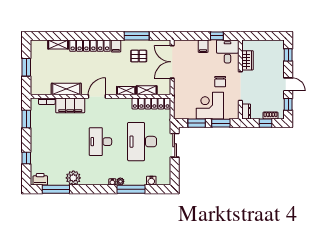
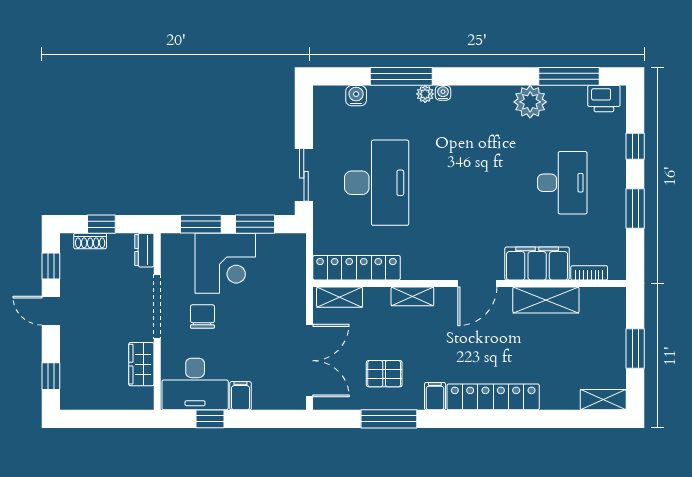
shelving: (58, 44) -> (603, 400), moved
desk: (227, 51) -> (195, 384), width x1.37
shelving: (147, 90) -> (340, 297), moved
window: (26, 119) -> (635, 208), moved
desk: (100, 142) -> (562, 183), moved

